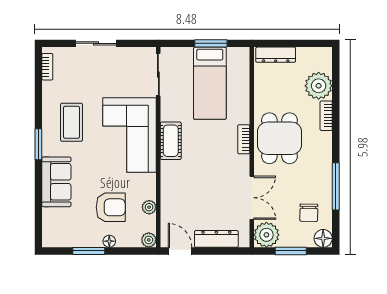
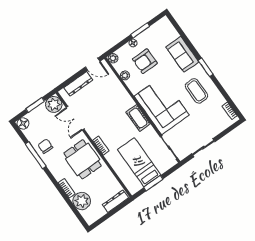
sliding door: (96, 43) -> (203, 148), moved
chair: (309, 213) -> (45, 146), moved

